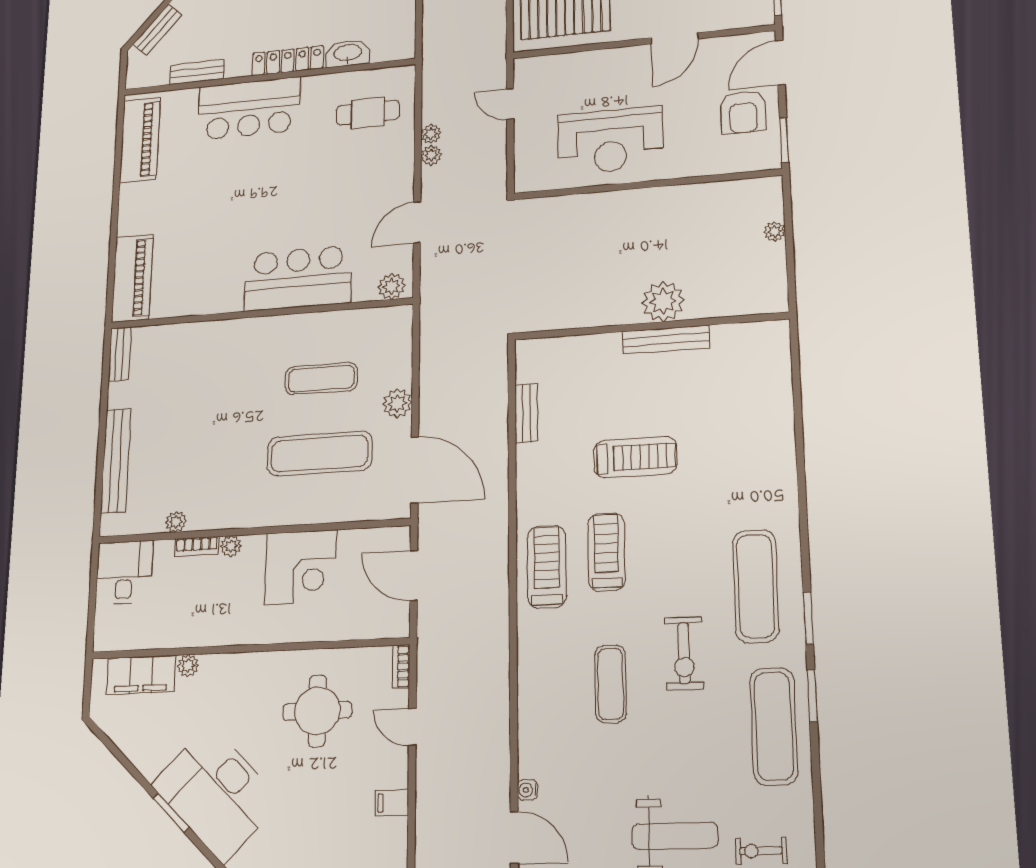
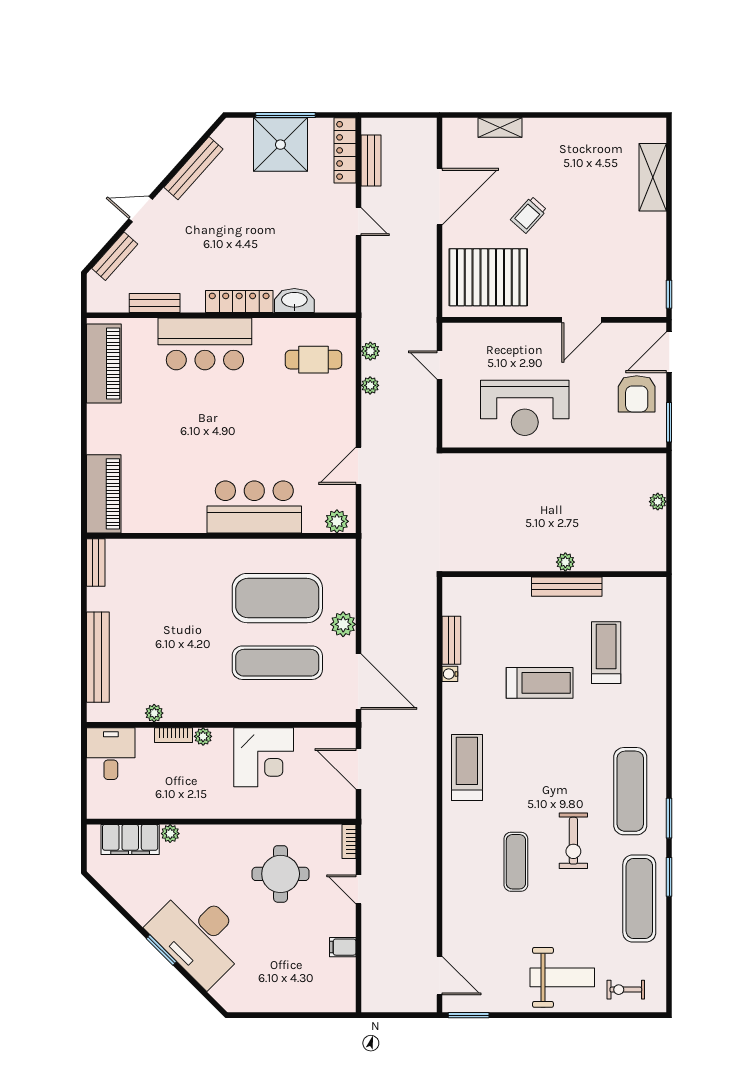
plant: (431, 155) -> (370, 351), moved
plant: (663, 301) -> (565, 562), width x0.53, depth x0.53
exercise mat: (321, 379) -> (277, 598), width x2.00, depth x1.45
treadmill: (606, 552) -> (606, 653), moved
water cooler: (527, 790) -> (450, 674), moved

